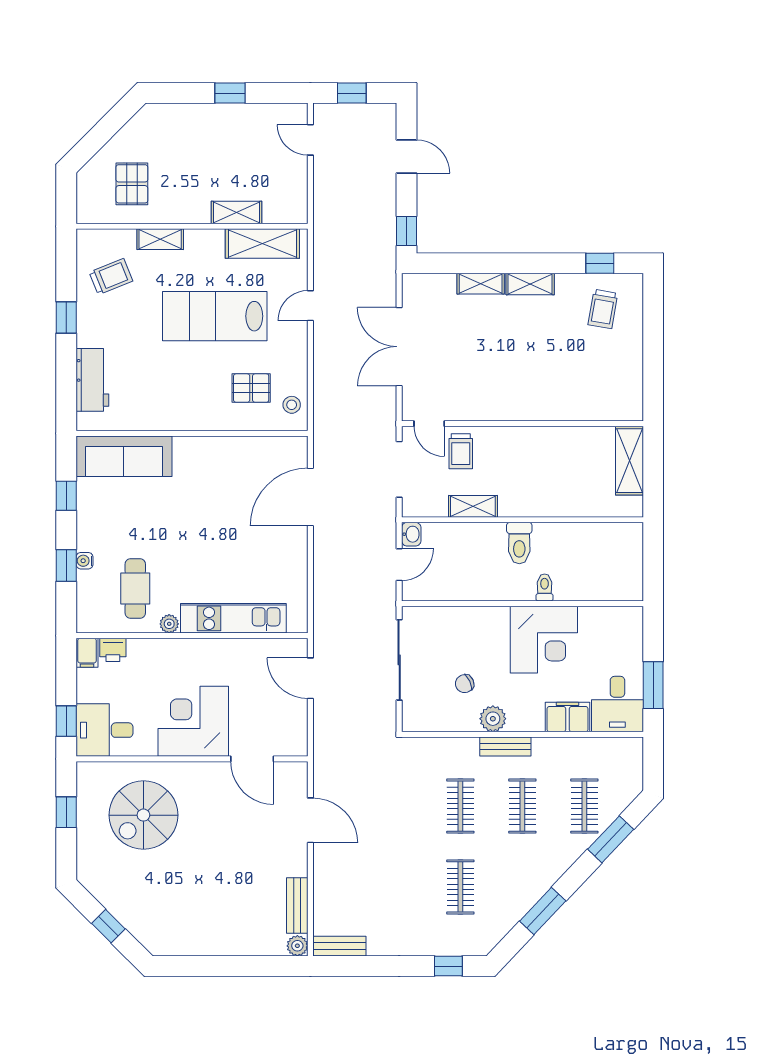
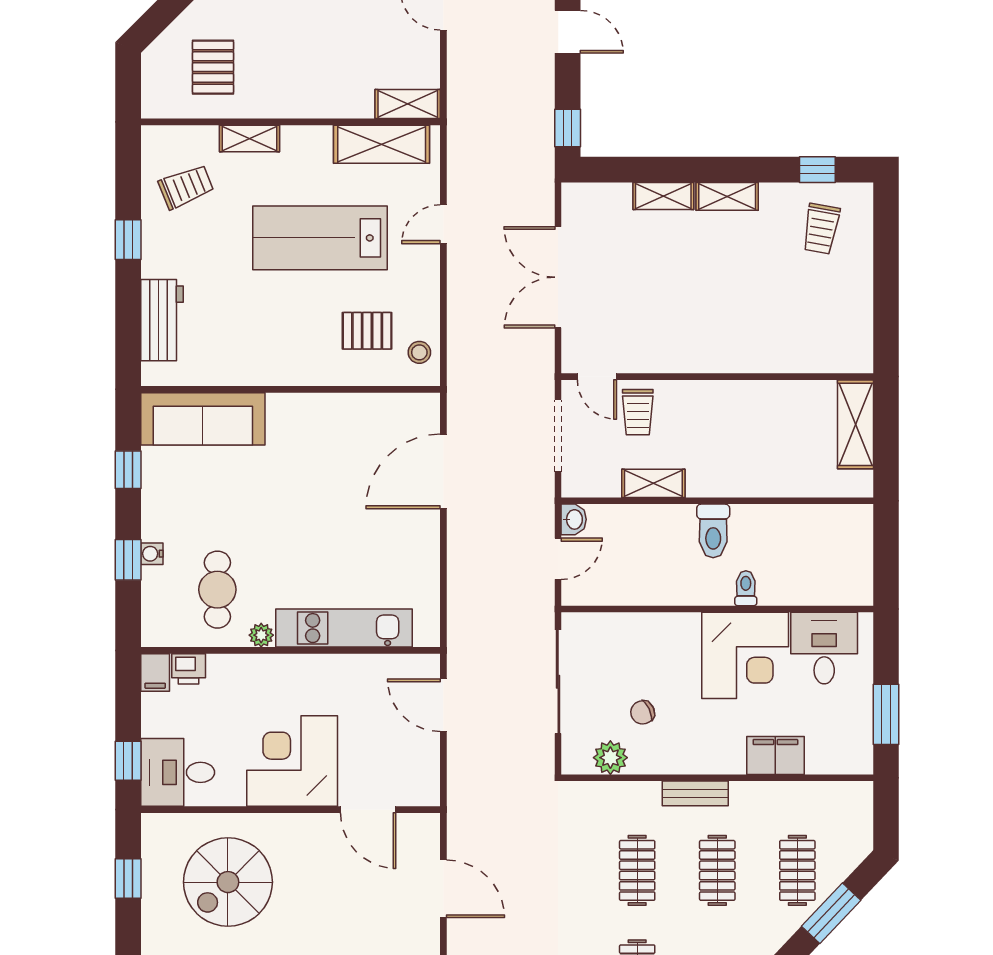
shelving: (236, 212) -> (408, 104), moved
desk: (617, 704) -> (824, 648), moved, turned 180
plant: (493, 719) -> (610, 758), moved

